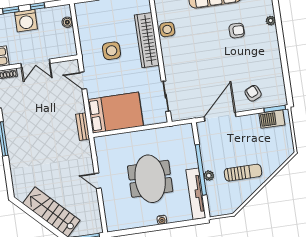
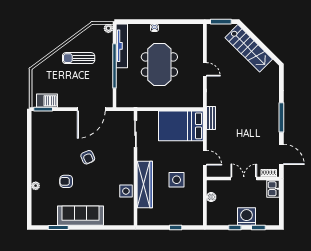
boiler: (67, 22) -> (211, 197), moved
armchair: (253, 93) -> (88, 157), moved
plant: (209, 176) -> (108, 28), moved

